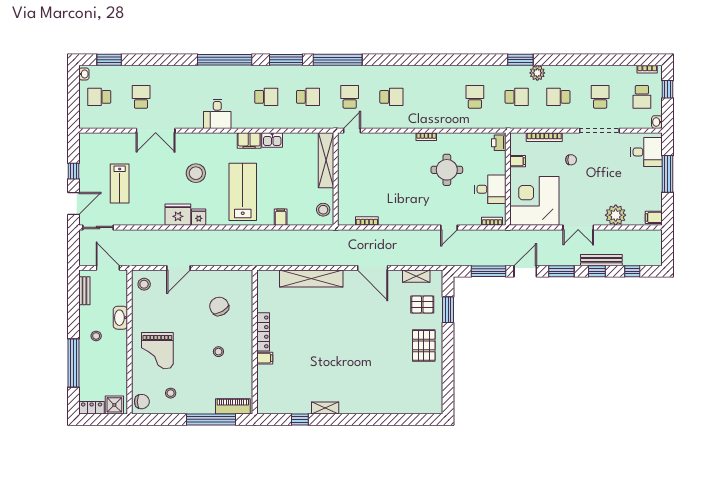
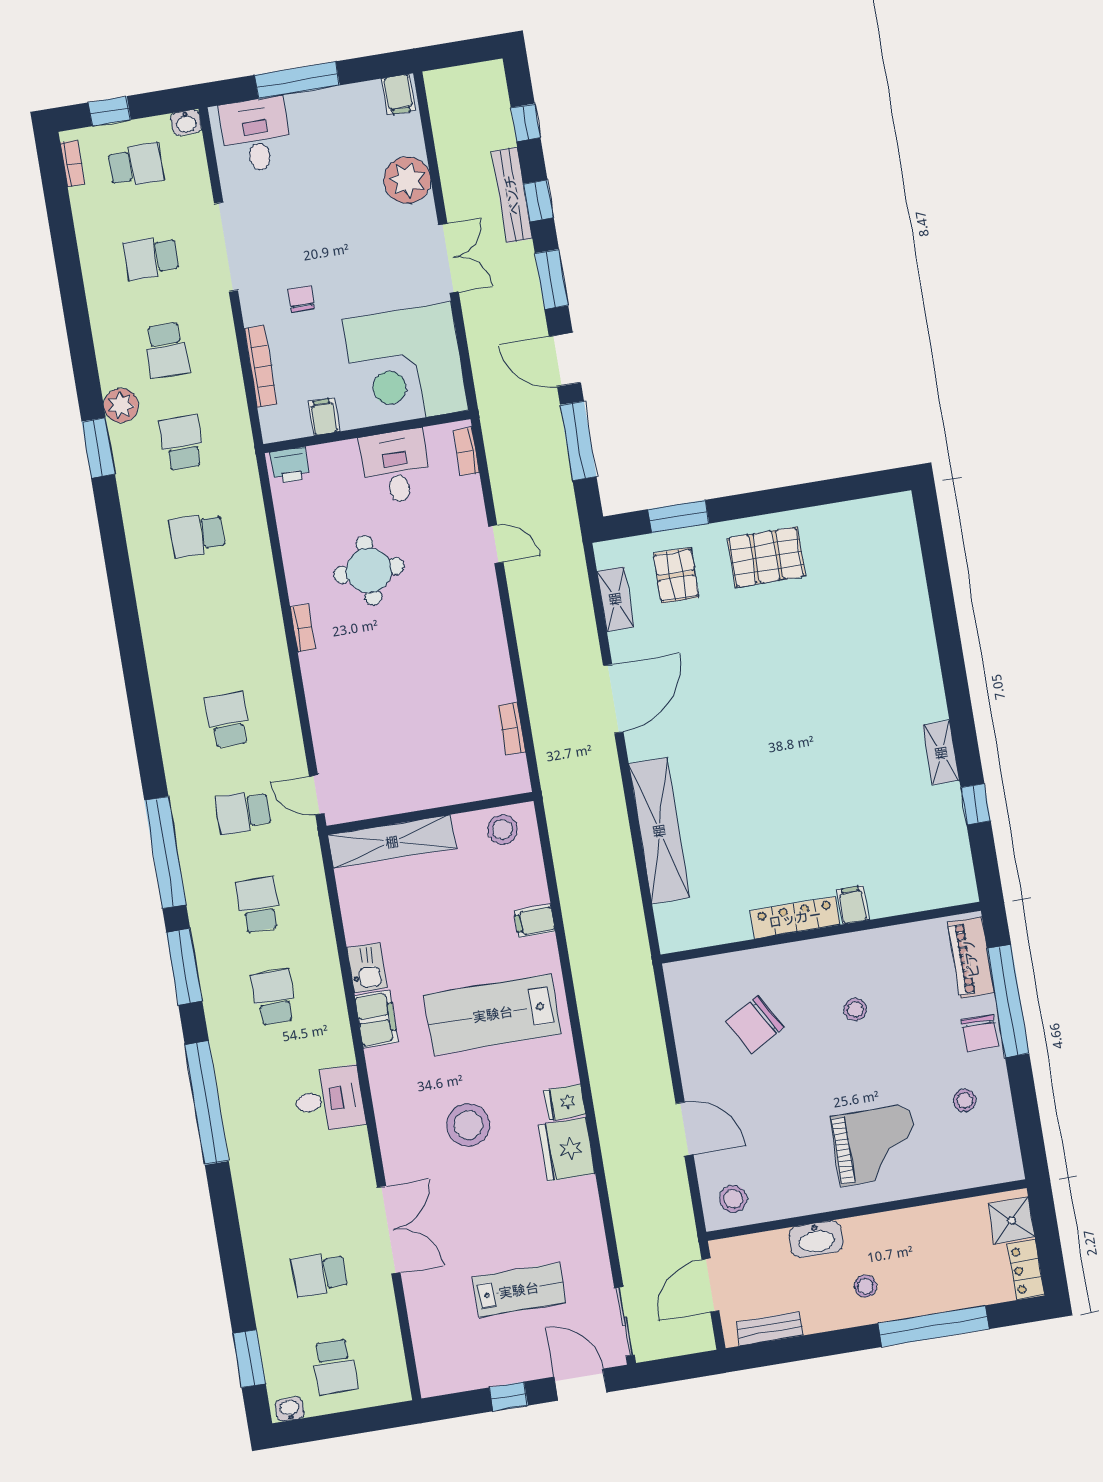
chair: (142, 402) -> (980, 1033), moved, turned 180

